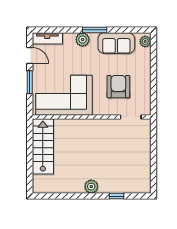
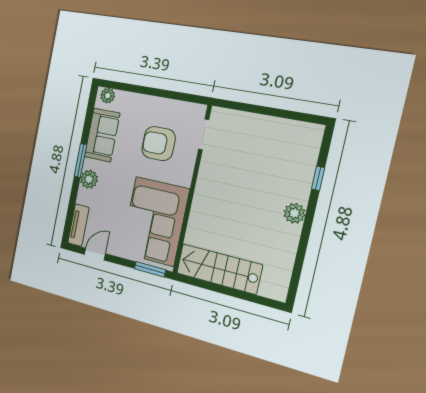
window: (30, 82) -> (150, 269), moved

